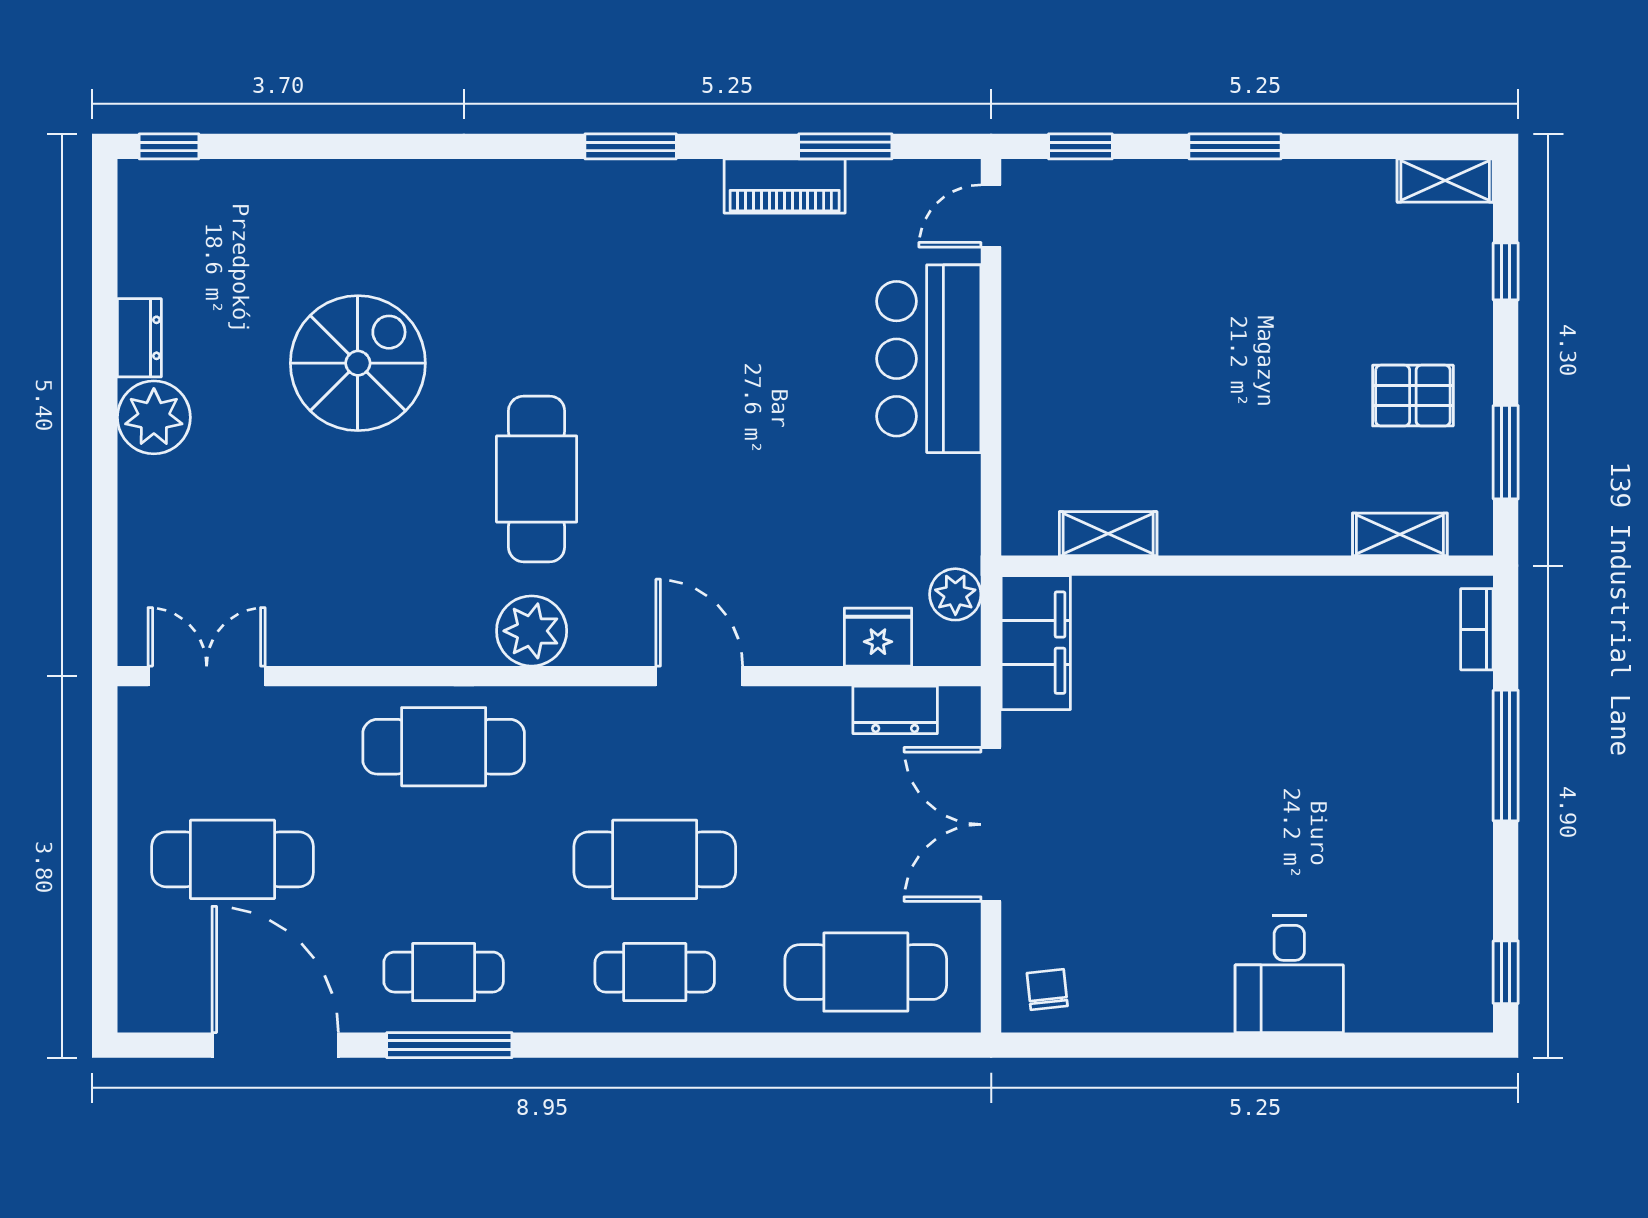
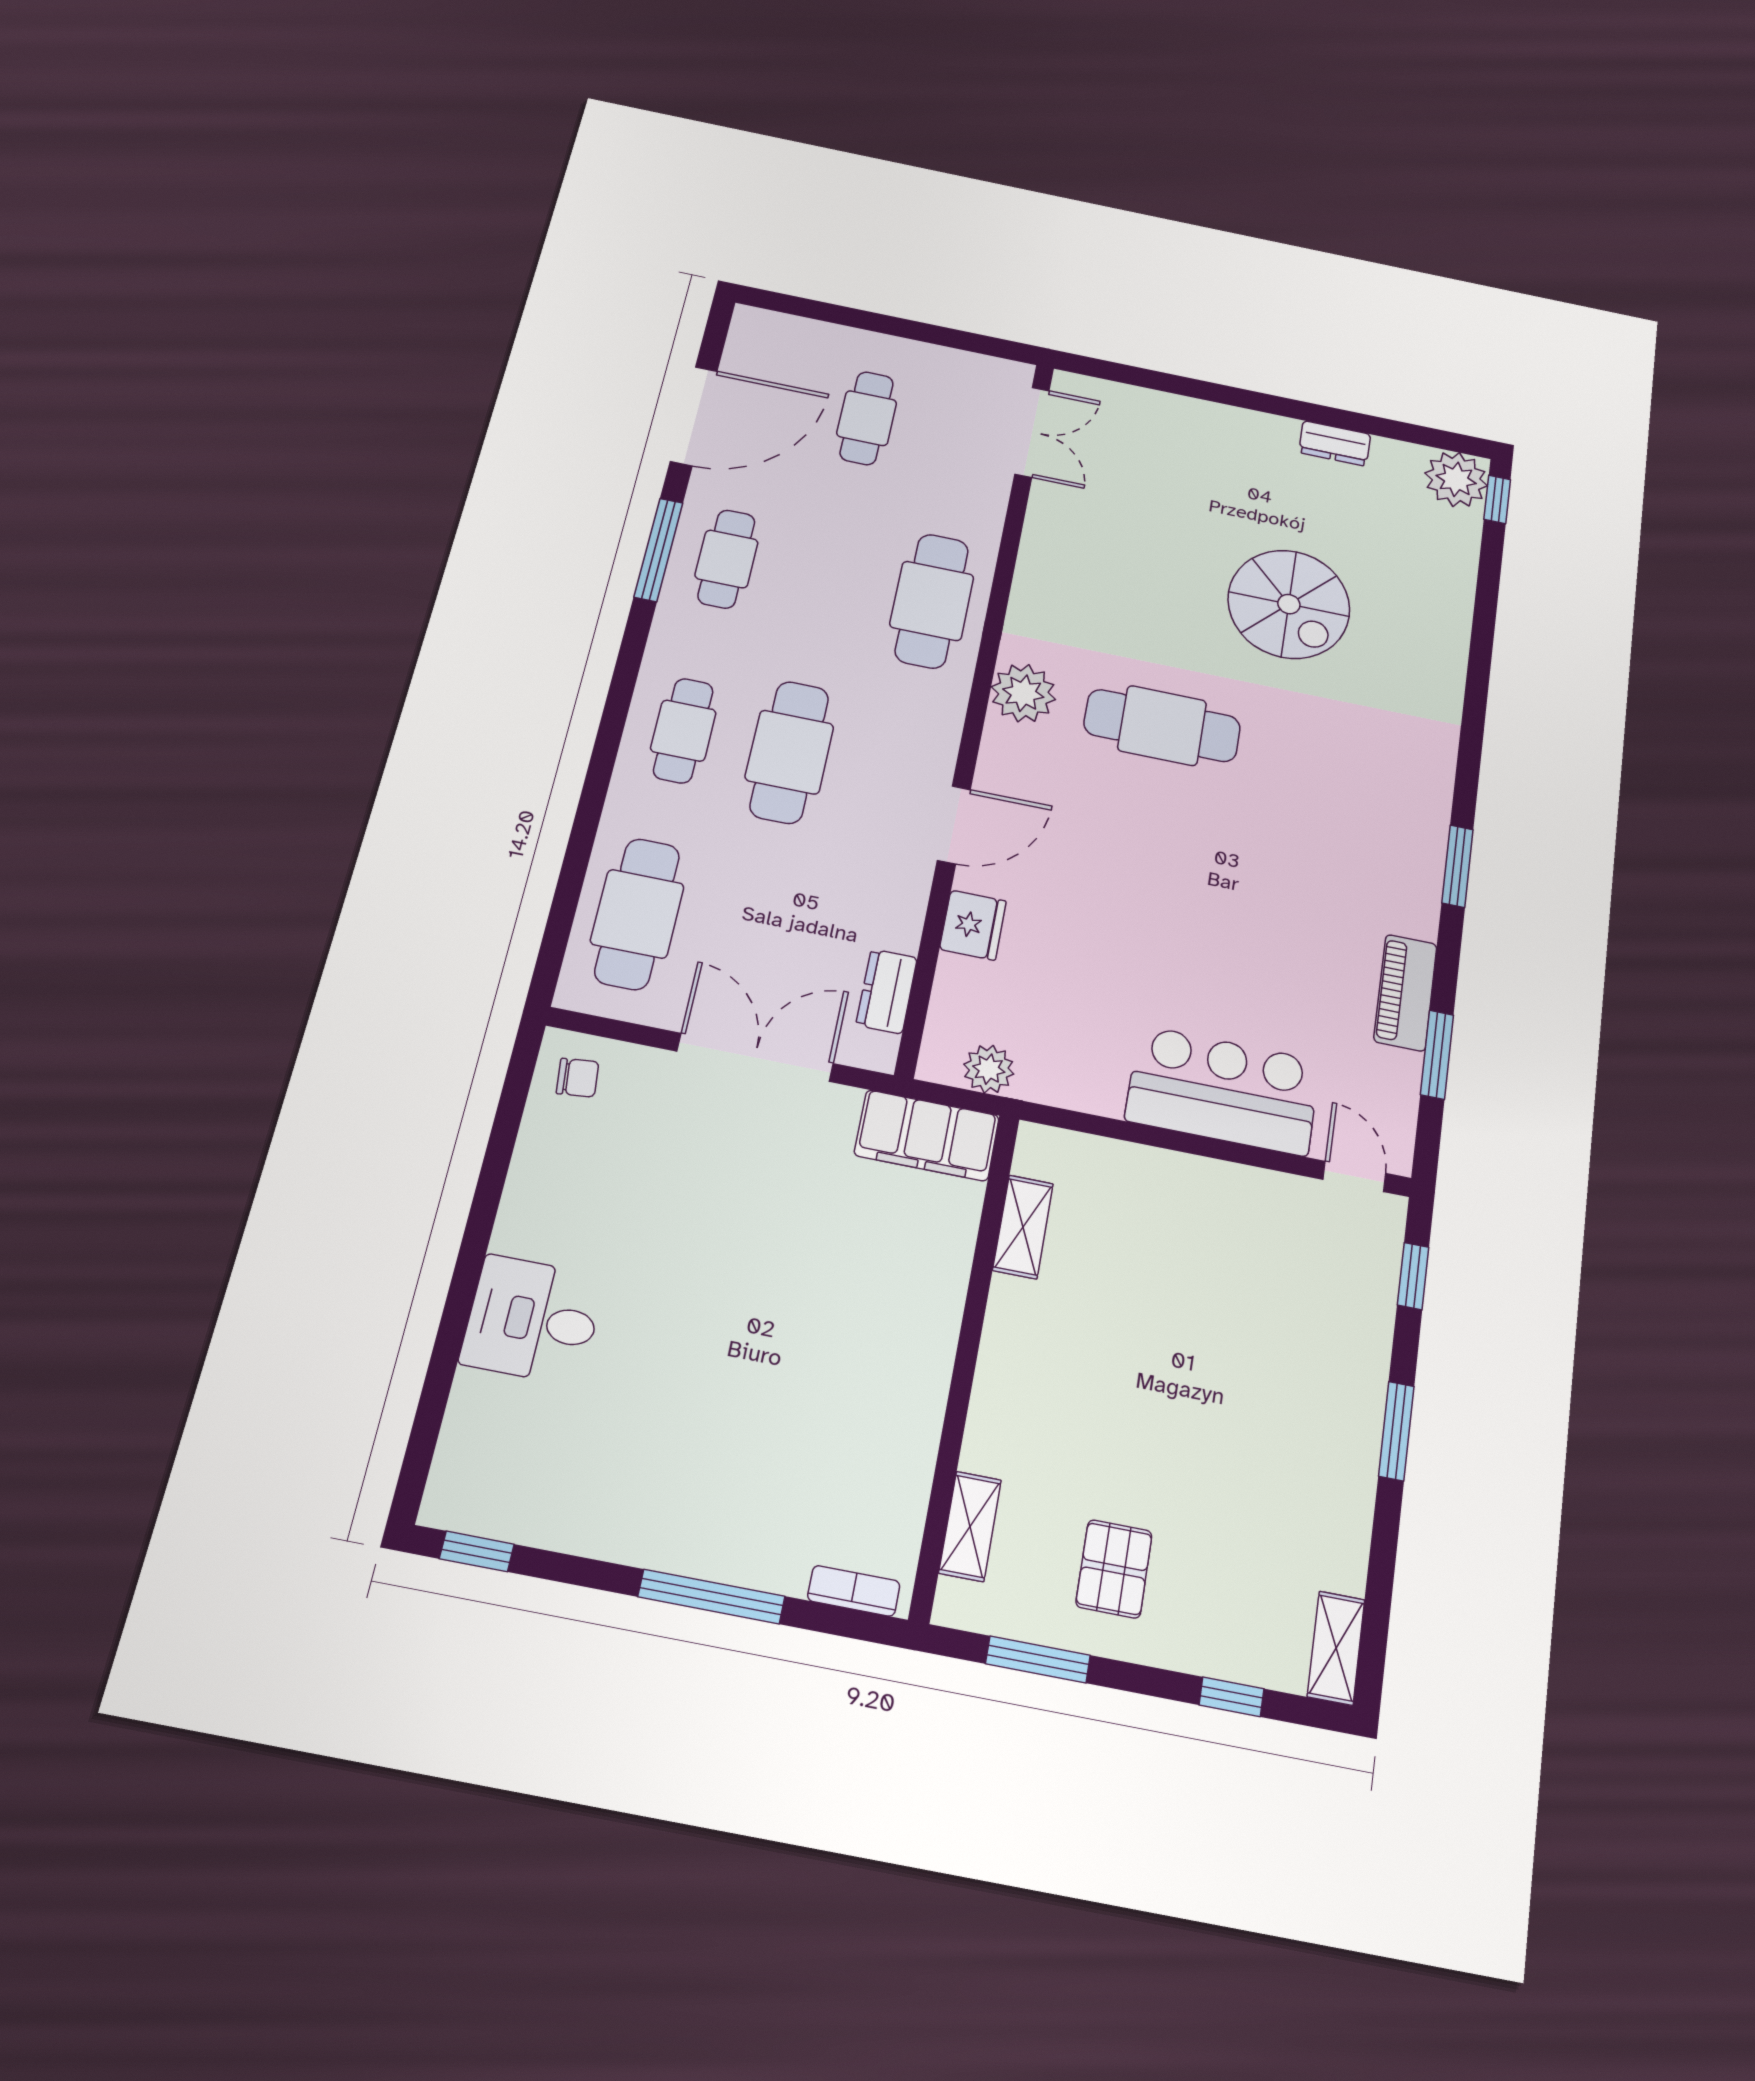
plant: (154, 417) -> (1456, 479), moved
fridge: (878, 637) -> (973, 925), moved
cafe table: (232, 859) -> (867, 418), width x0.73, depth x0.74

